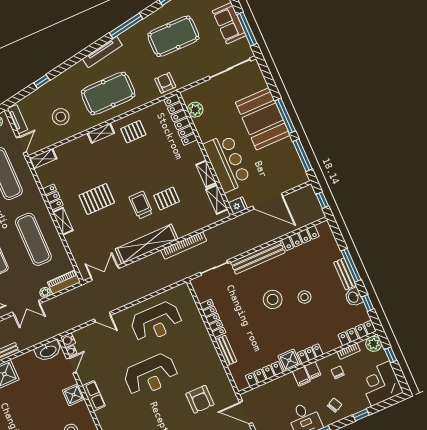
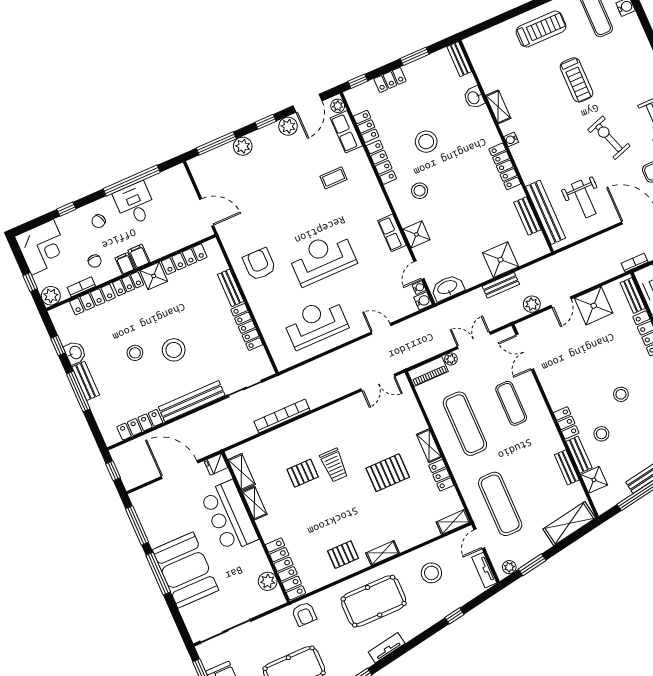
tv unit: (102, 52) -> (387, 648), width x0.71
shelving: (147, 244) -> (327, 418), removed
locker: (357, 333) -> (92, 299), moved
armchair: (200, 399) -> (259, 264), moved

